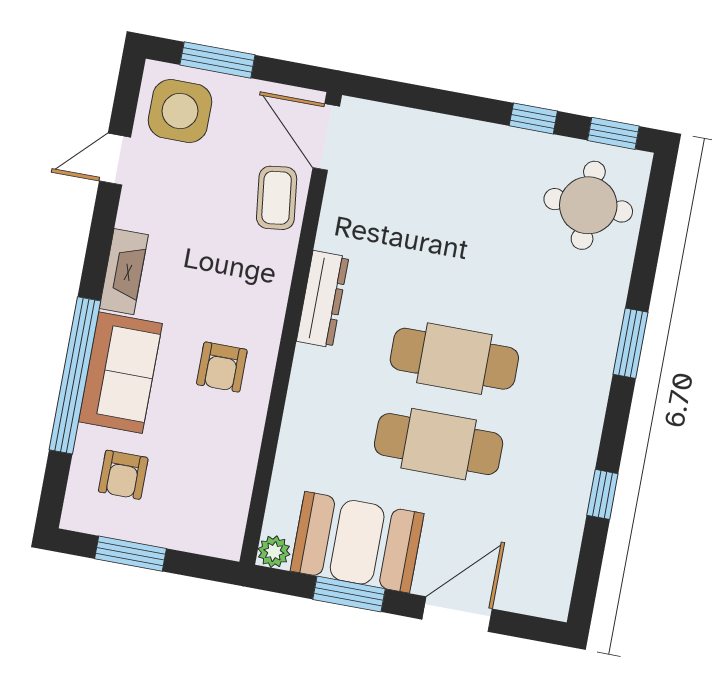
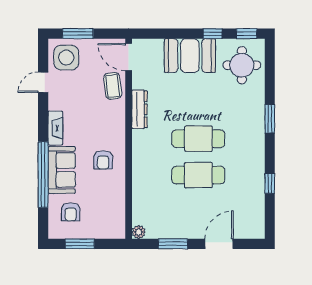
dresser: (323, 299) -> (139, 109), moved
booth: (357, 542) -> (190, 56), moved

